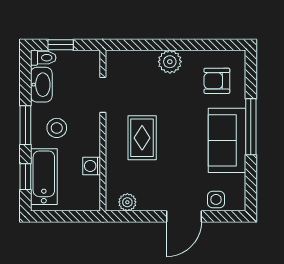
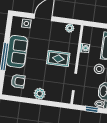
rug: (142, 138) -> (58, 58), turned 90

